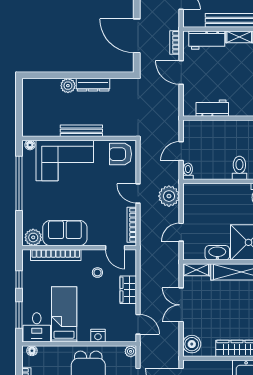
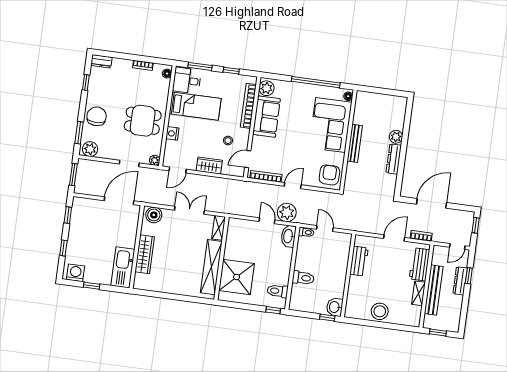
door: (181, 232) -> (267, 221), moved
washbasin: (217, 253) -> (288, 236), moved, turned 180

